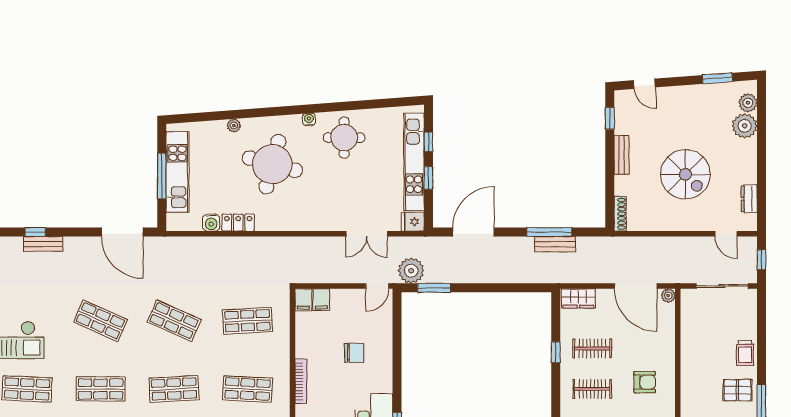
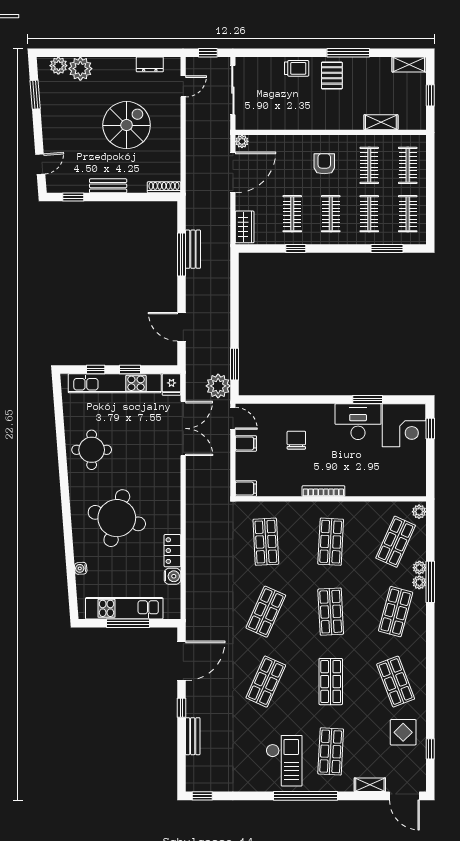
water cooler: (309, 119) -> (81, 568), moved
plant: (234, 126) -> (80, 555), removed
window: (35, 232) -> (181, 708), moved
door: (473, 232) -> (181, 327), width x0.73
double door: (367, 234) -> (183, 428), width x1.37
filing cabinet: (321, 300) -> (246, 443), moved

